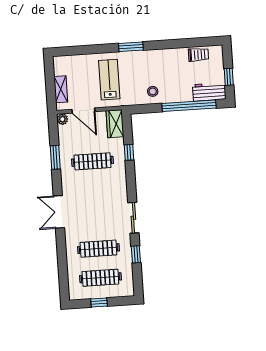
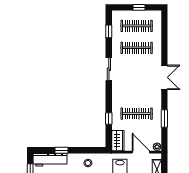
workbench: (209, 92) -> (50, 160), width x1.38
window: (189, 106) -> (61, 150), width x0.32
window: (136, 254) -> (109, 31), moved

